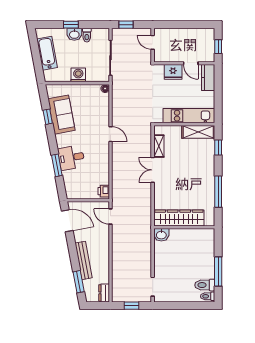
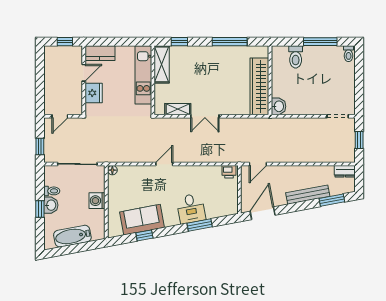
toilet: (205, 285) -> (296, 57), moved

